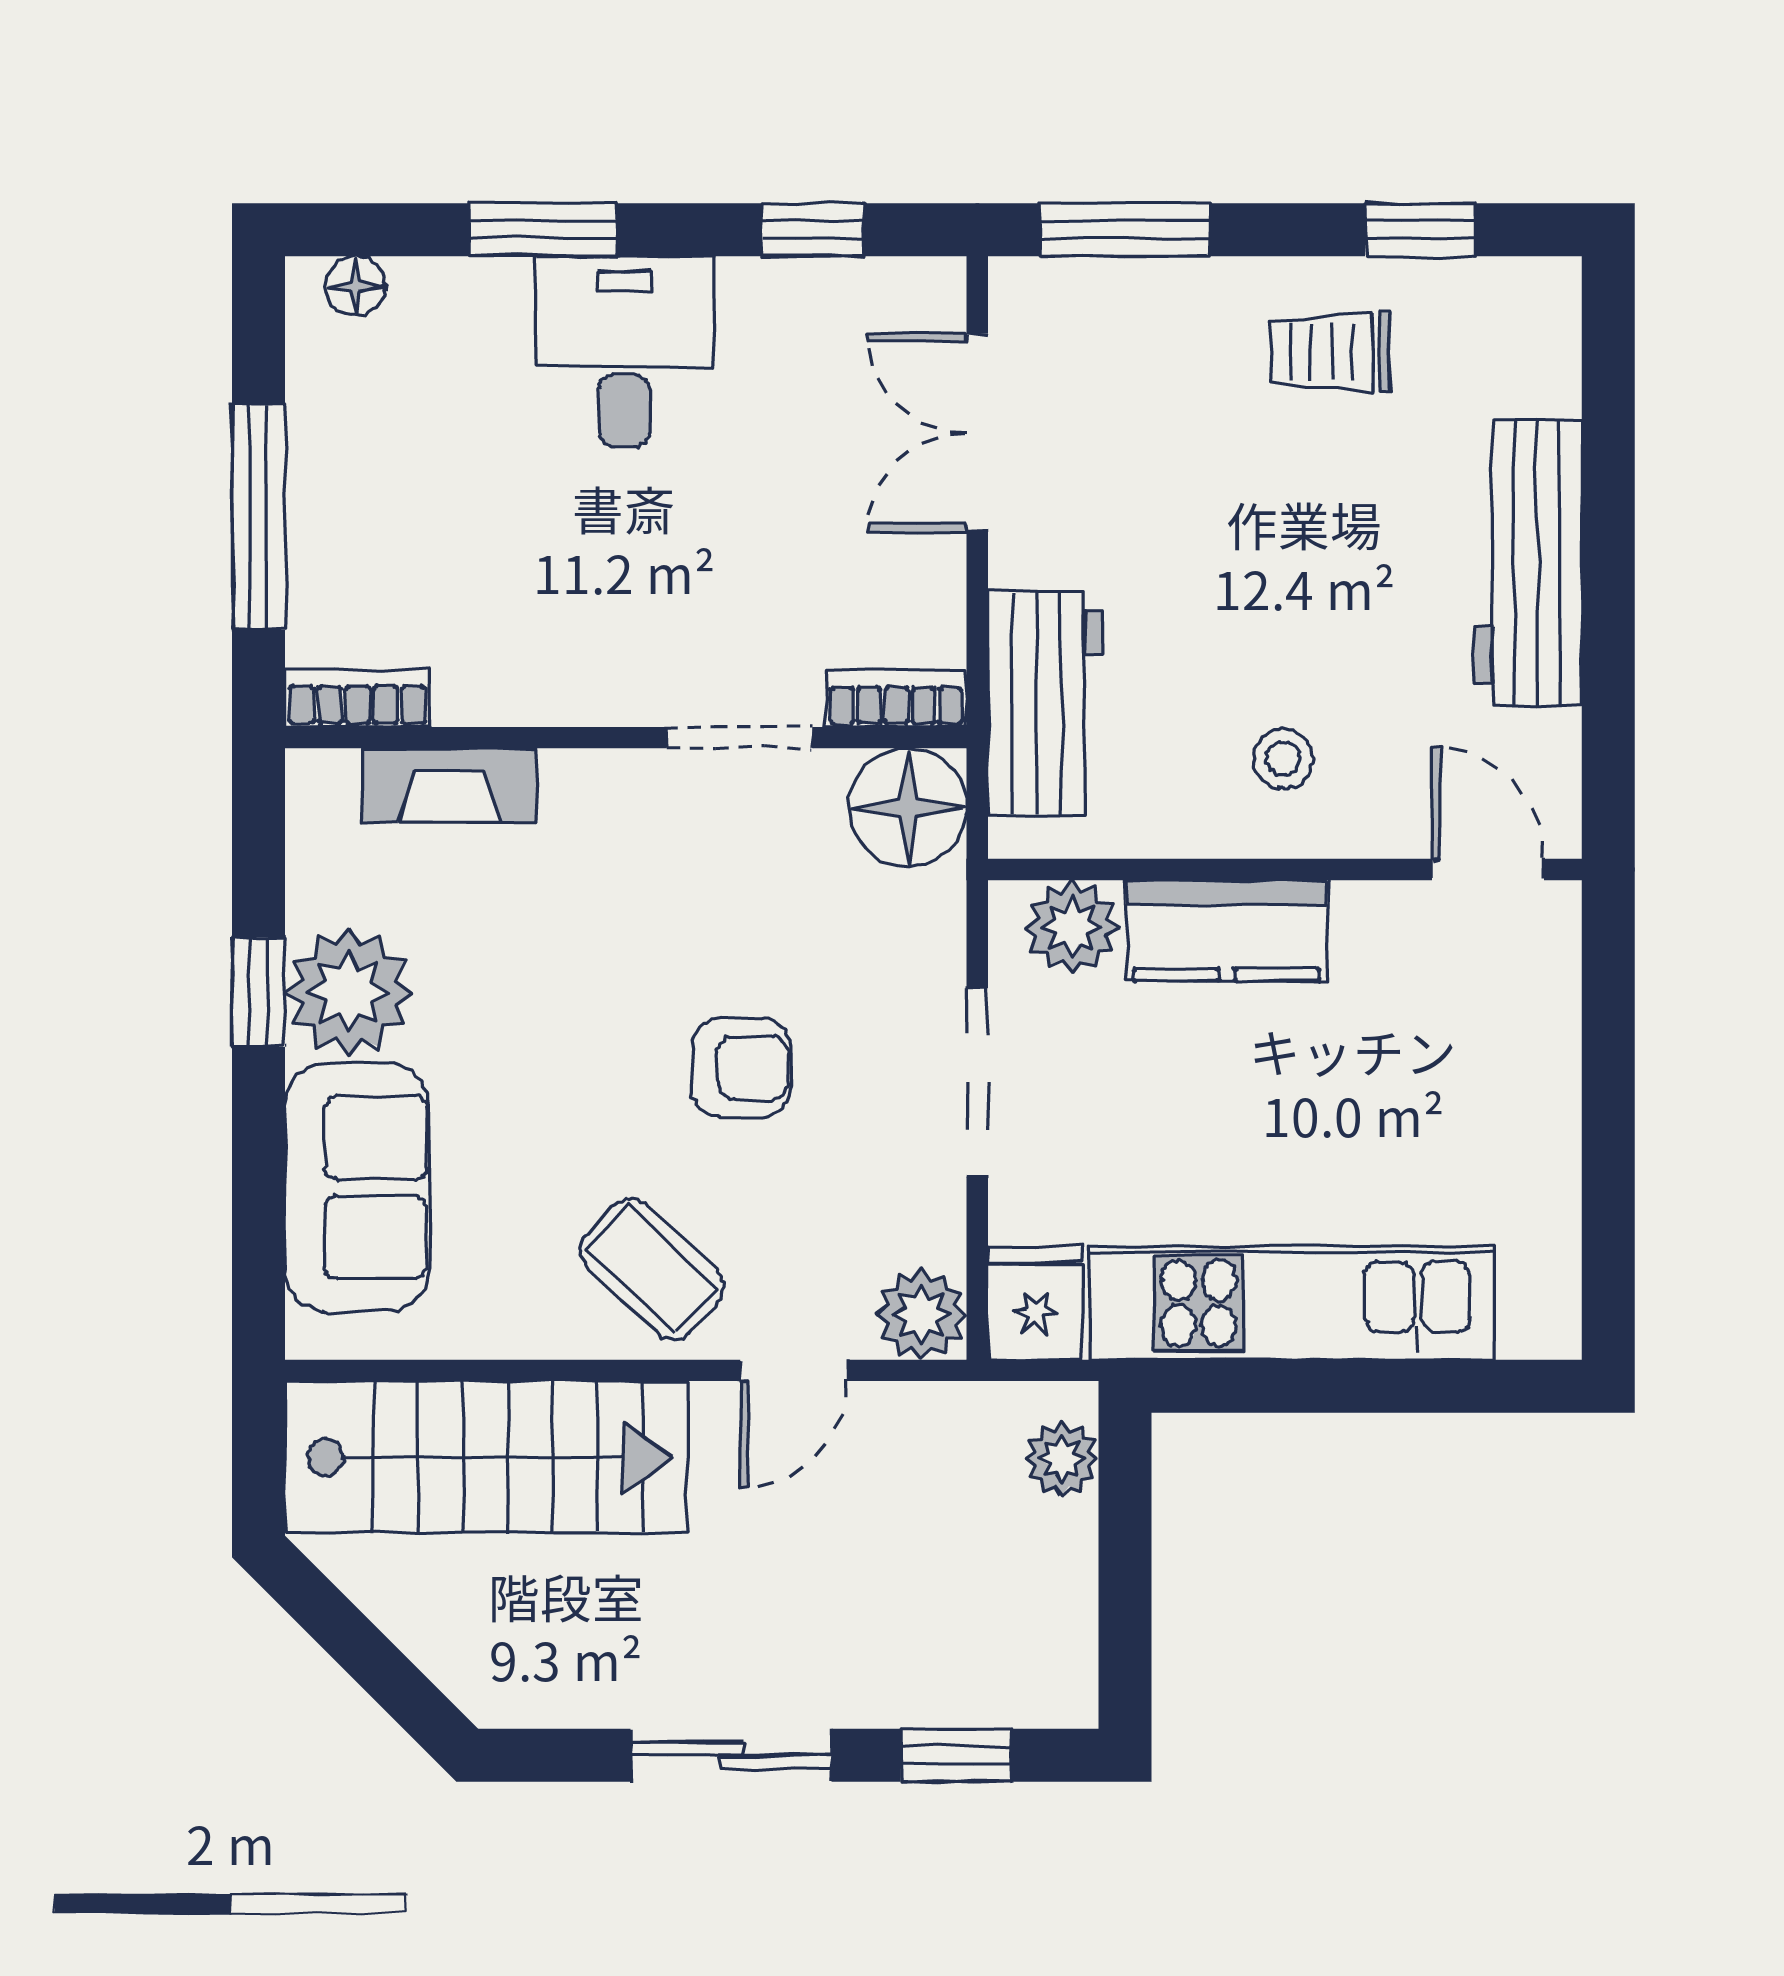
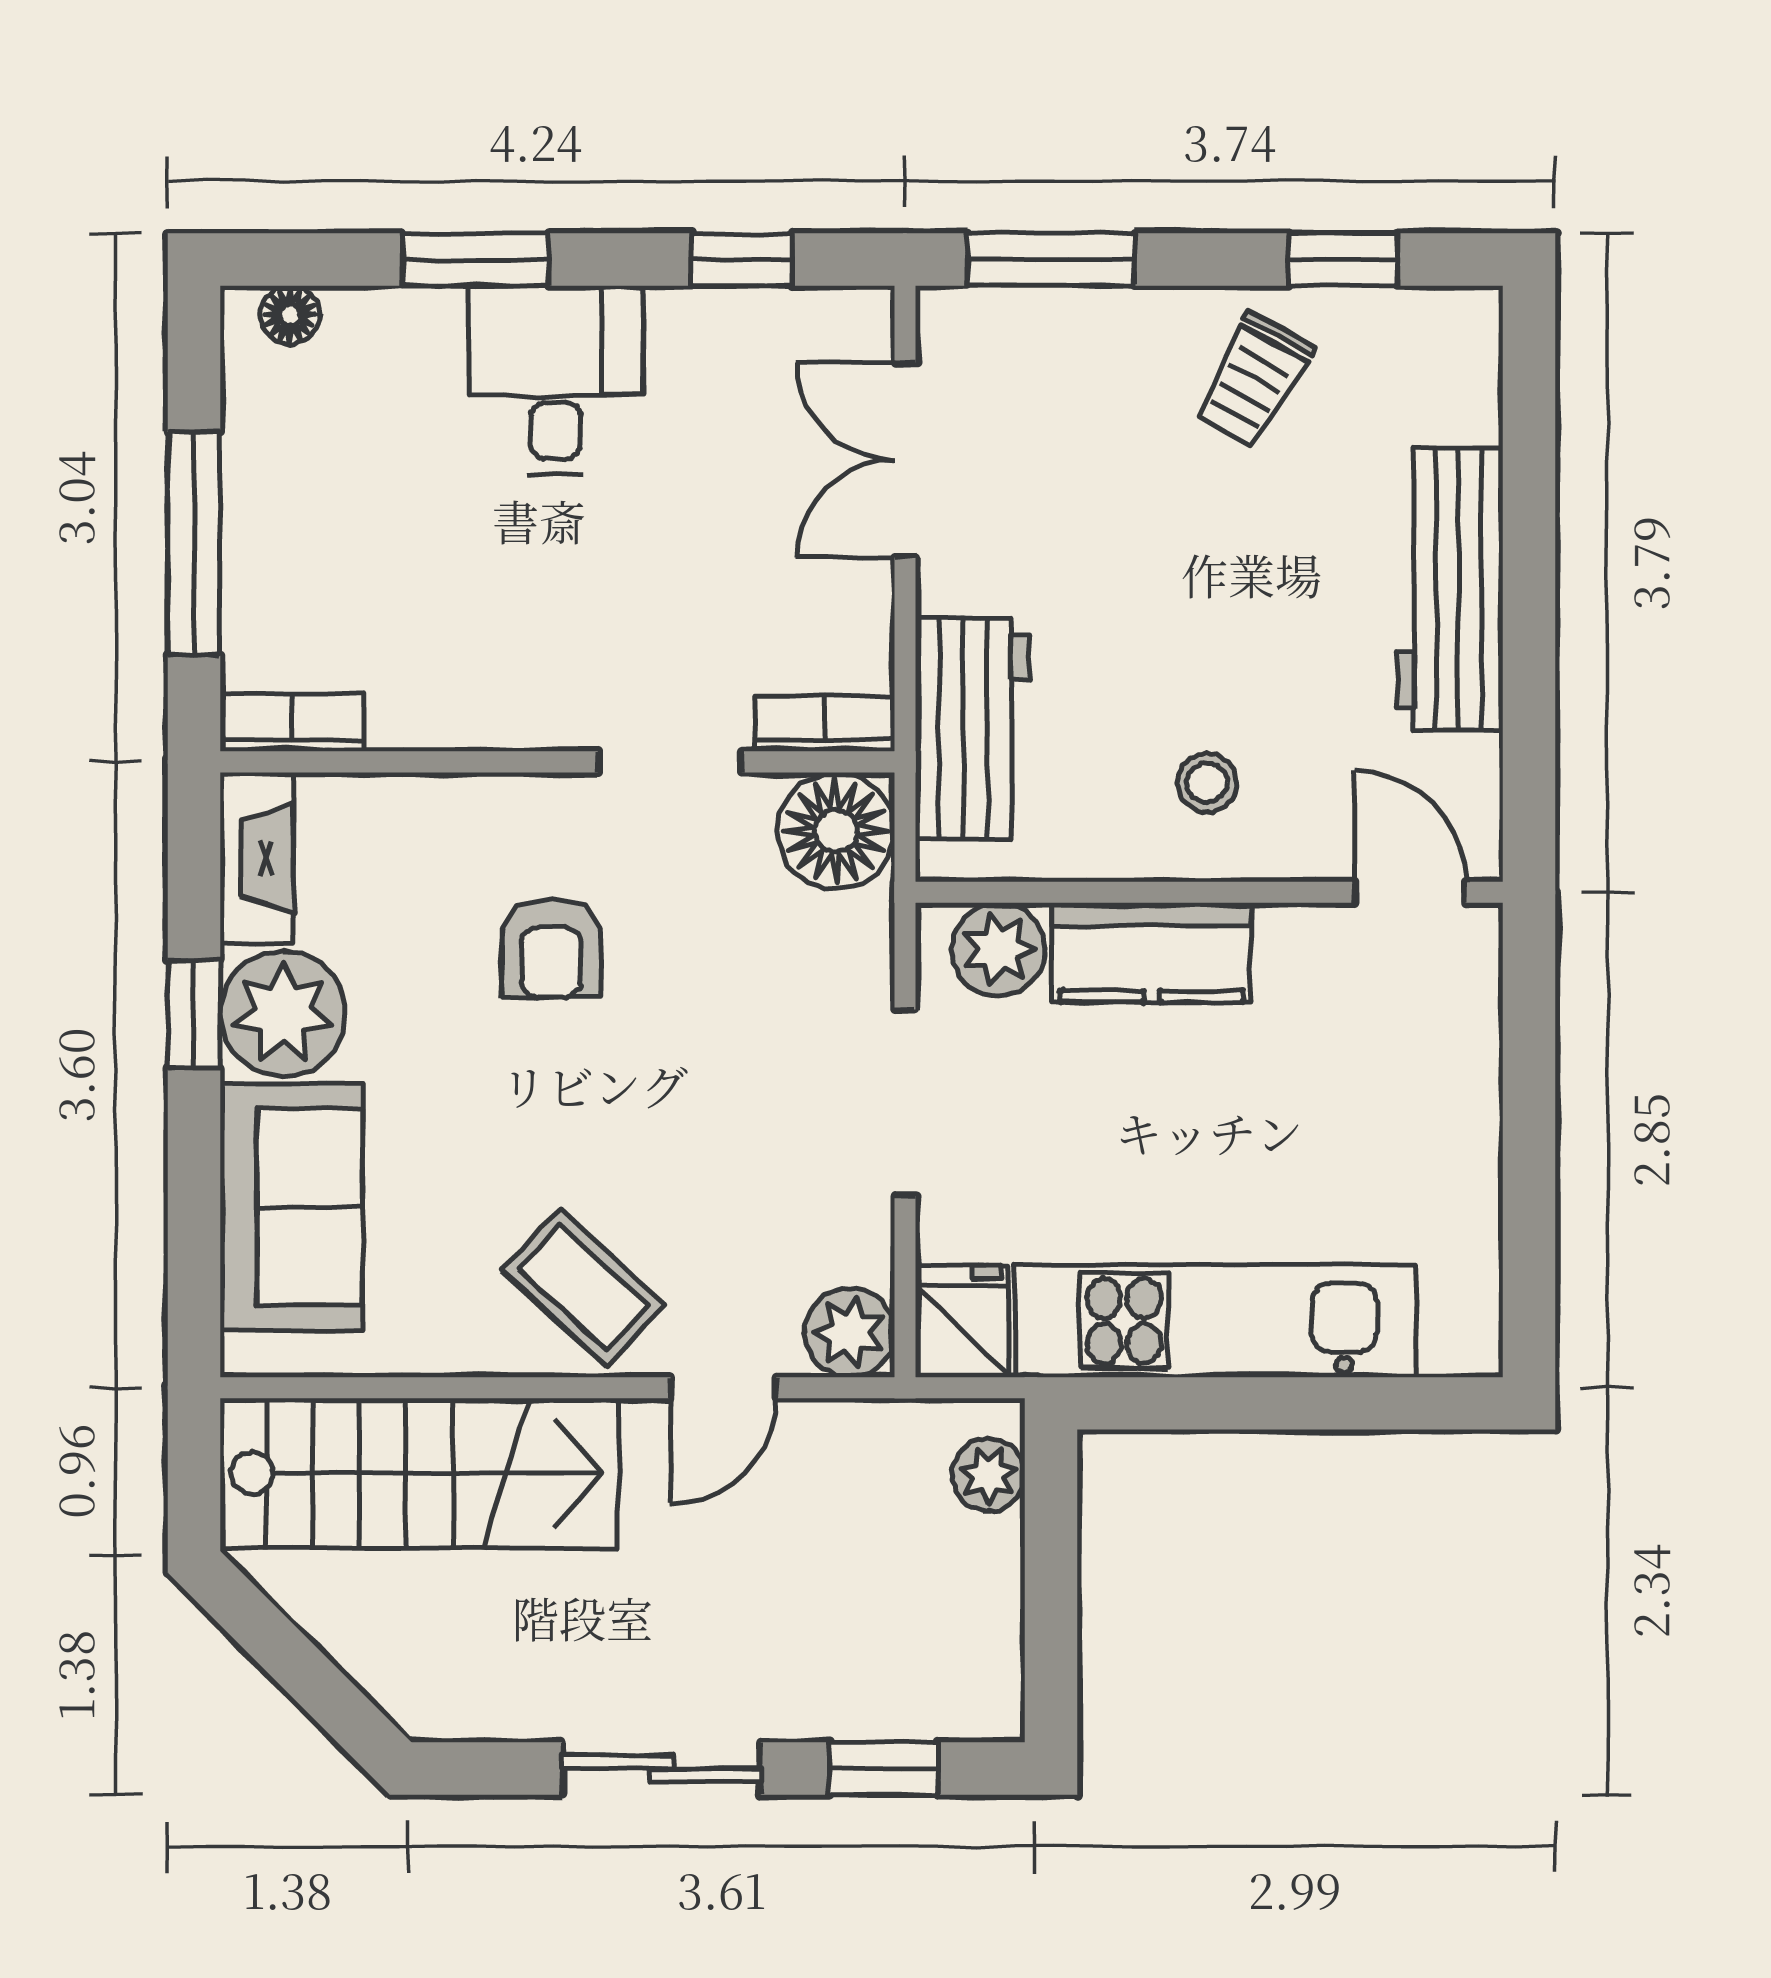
trolley: (1330, 352) -> (1254, 380), turned -61
fireplace: (449, 785) -> (257, 858), moved, turned -90
armchair: (741, 1068) -> (551, 948), moved, turned 90

